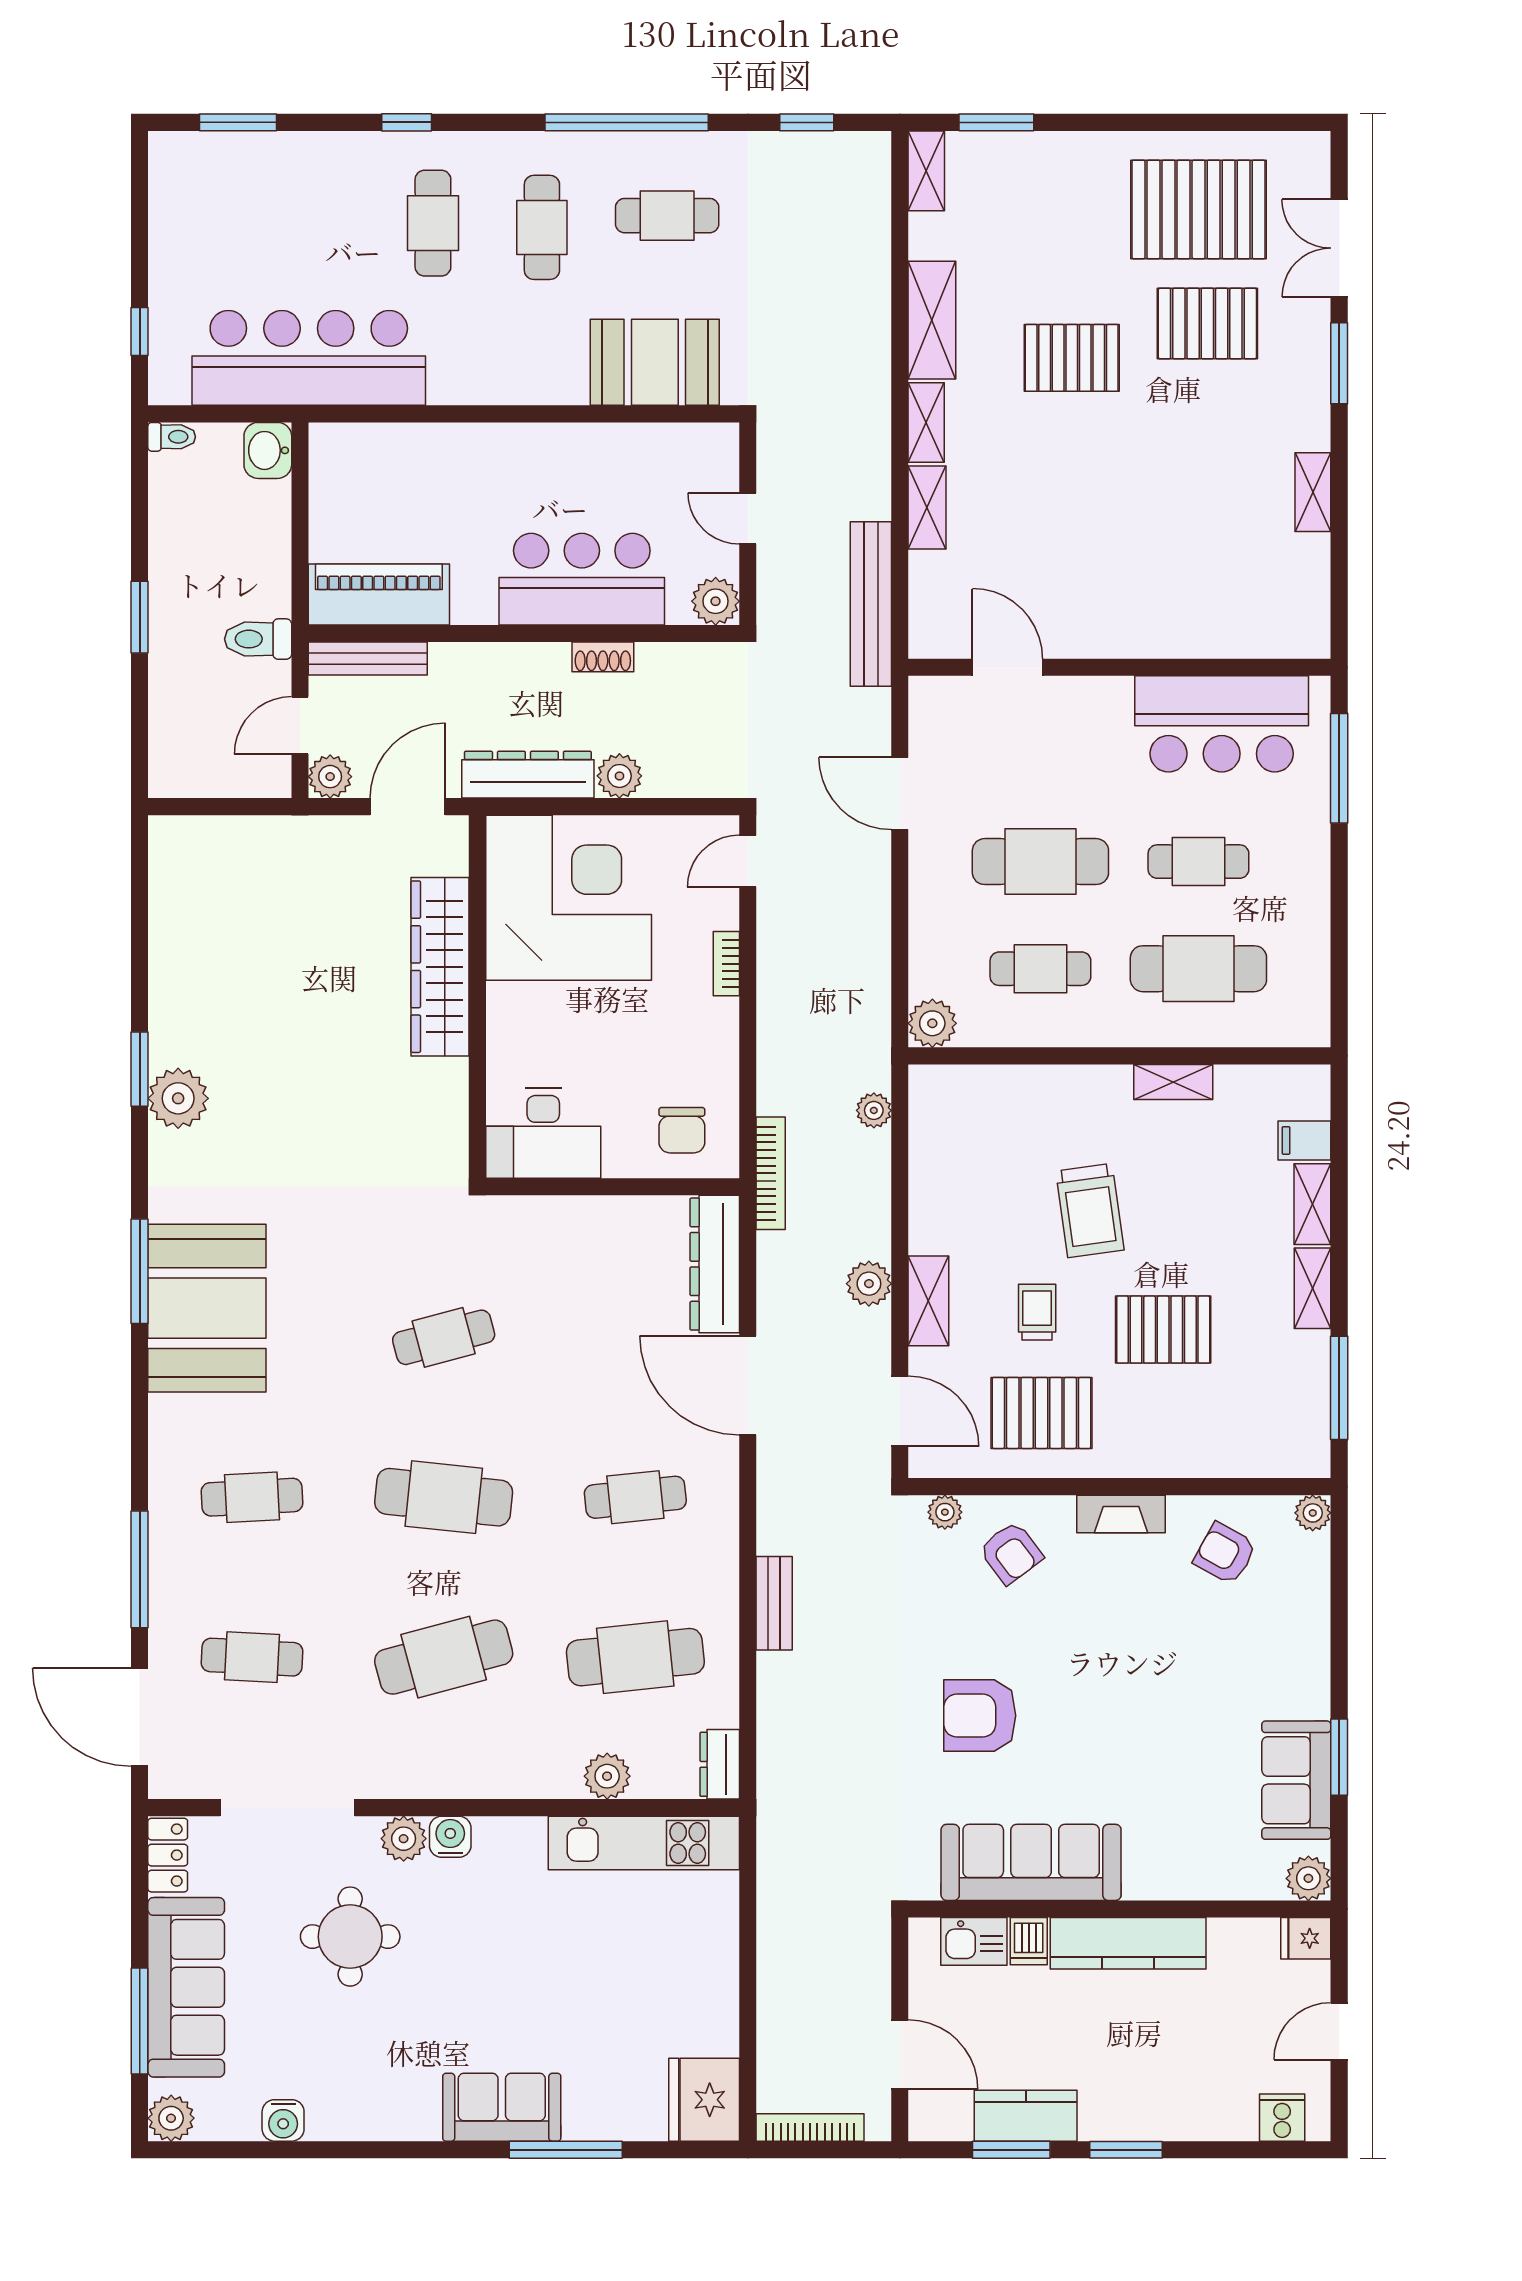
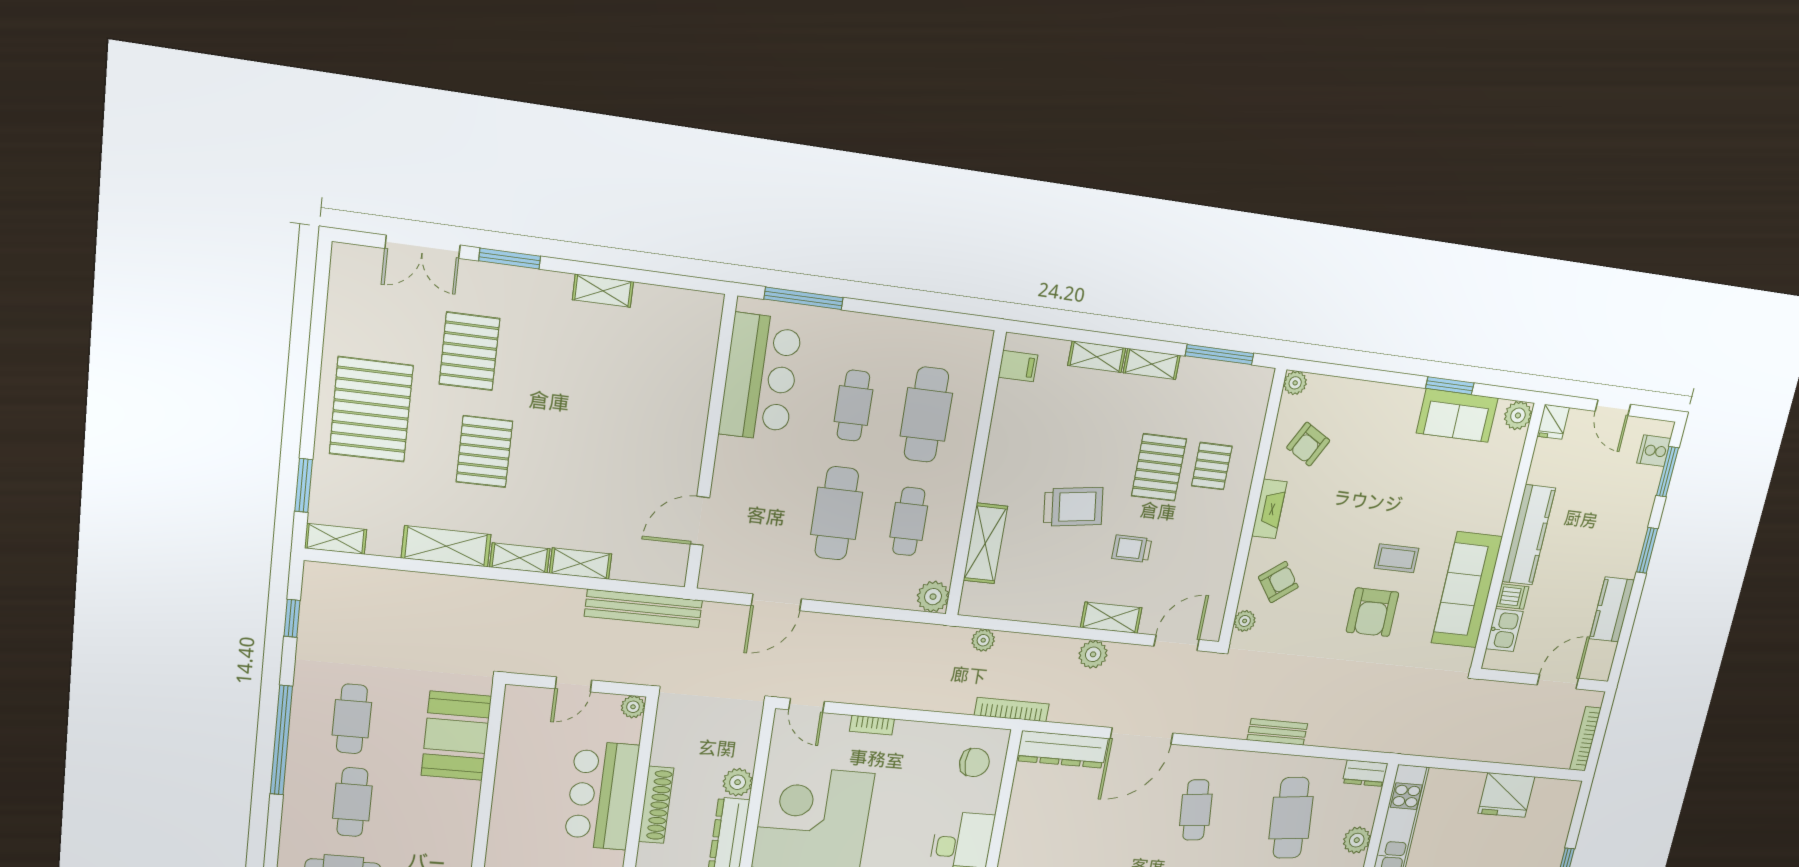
pallet: (1199, 209) -> (371, 410), moved
cafe table: (542, 227) -> (352, 802), turned 90
plant: (716, 601) -> (633, 707), width x0.73, depth x0.73
shoe rack: (603, 657) -> (656, 805), width x1.94, depth x1.24
shelving: (1173, 1082) -> (985, 543), moved, width x1.50, depth x1.33
filing cabinet: (1304, 1140) -> (1018, 366), moved, turned -90
pallet: (1042, 1413) -> (1212, 466), moved, width x0.67, depth x0.71
coffee table: (1068, 1735) -> (1397, 558), added
fridge: (704, 2100) -> (1506, 795), moved
window: (1011, 2150) -> (1667, 472), moved

